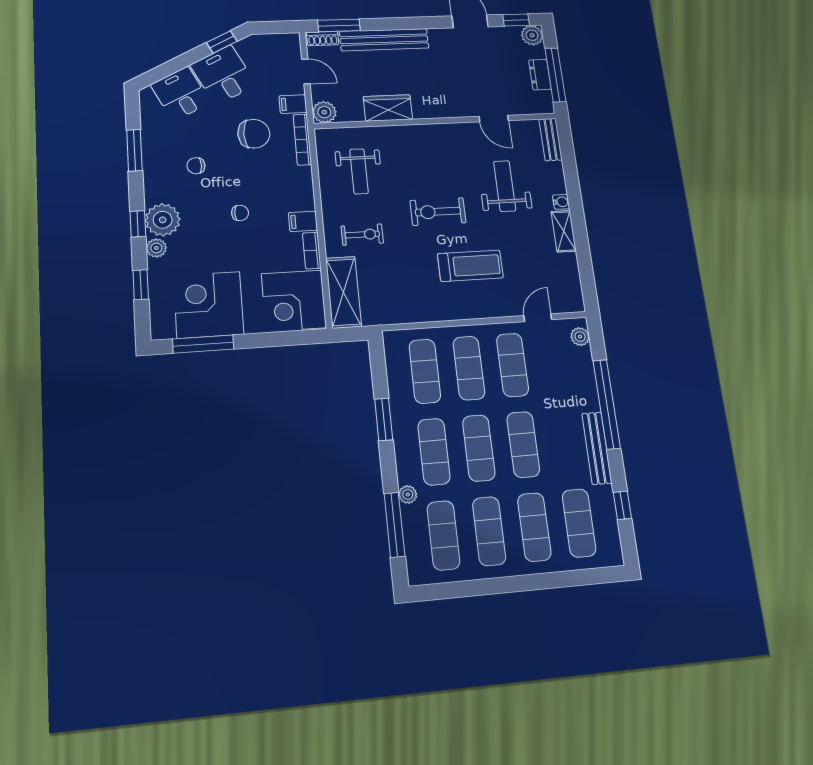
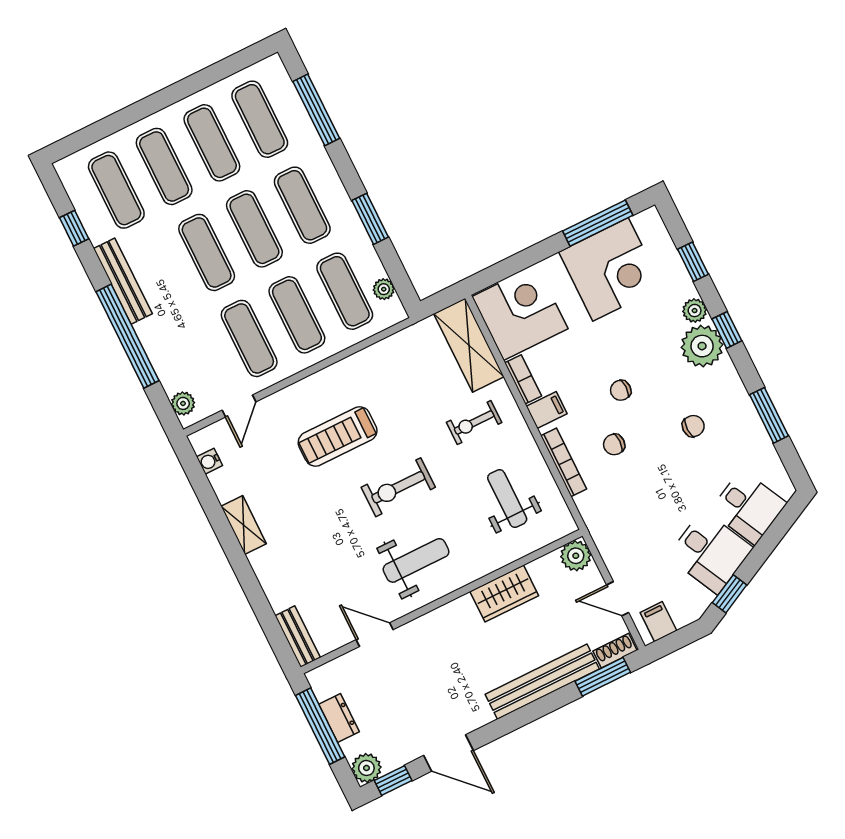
filing cabinet: (293, 104) -> (658, 622), moved, turned -90
chair: (254, 134) -> (614, 444), moved, width x0.54, depth x0.54
bookcase: (302, 140) -> (564, 462), moved
weight bench: (505, 186) -> (416, 560), moved, turned -90
water cooler: (561, 202) -> (209, 461), moved
exercise bike: (438, 212) -> (398, 487), turned 180
plant: (408, 494) -> (384, 289), moved

